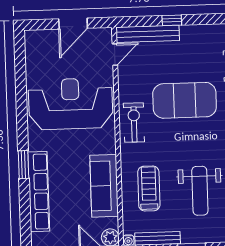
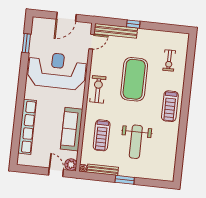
exercise mat: (185, 100) -> (134, 79), turned 90
window: (24, 165) -> (26, 43), moved
treadmill: (149, 189) -> (102, 135), turned 180

